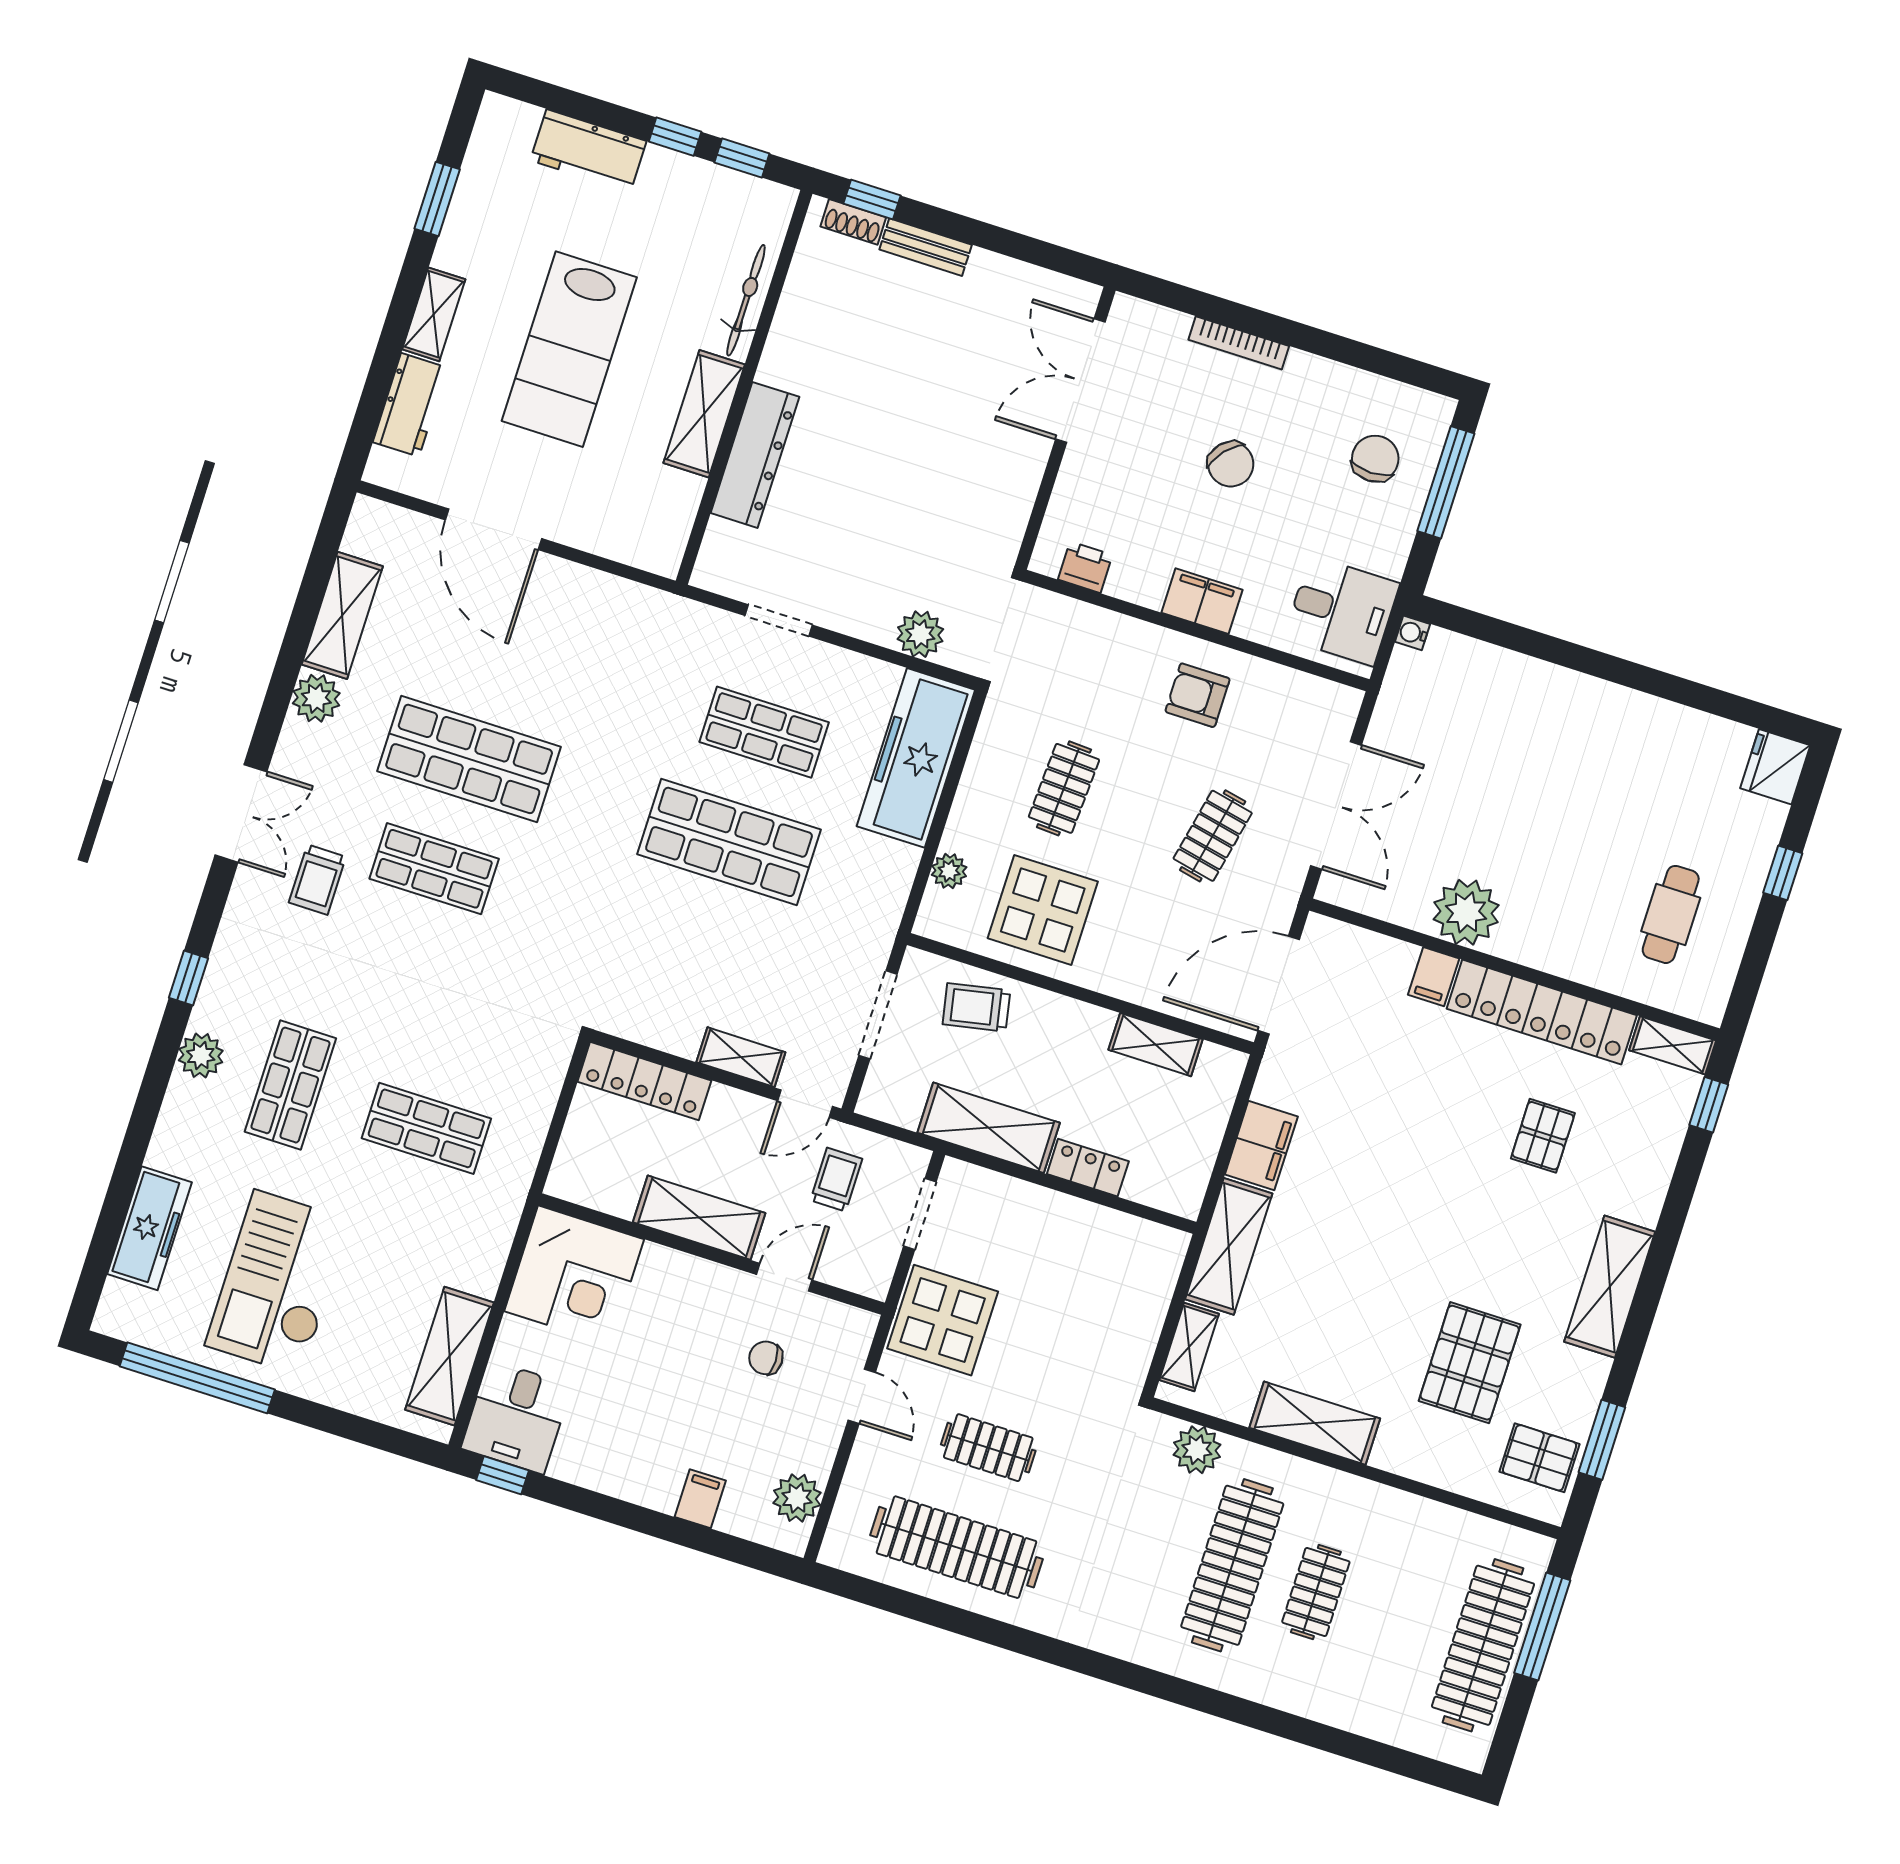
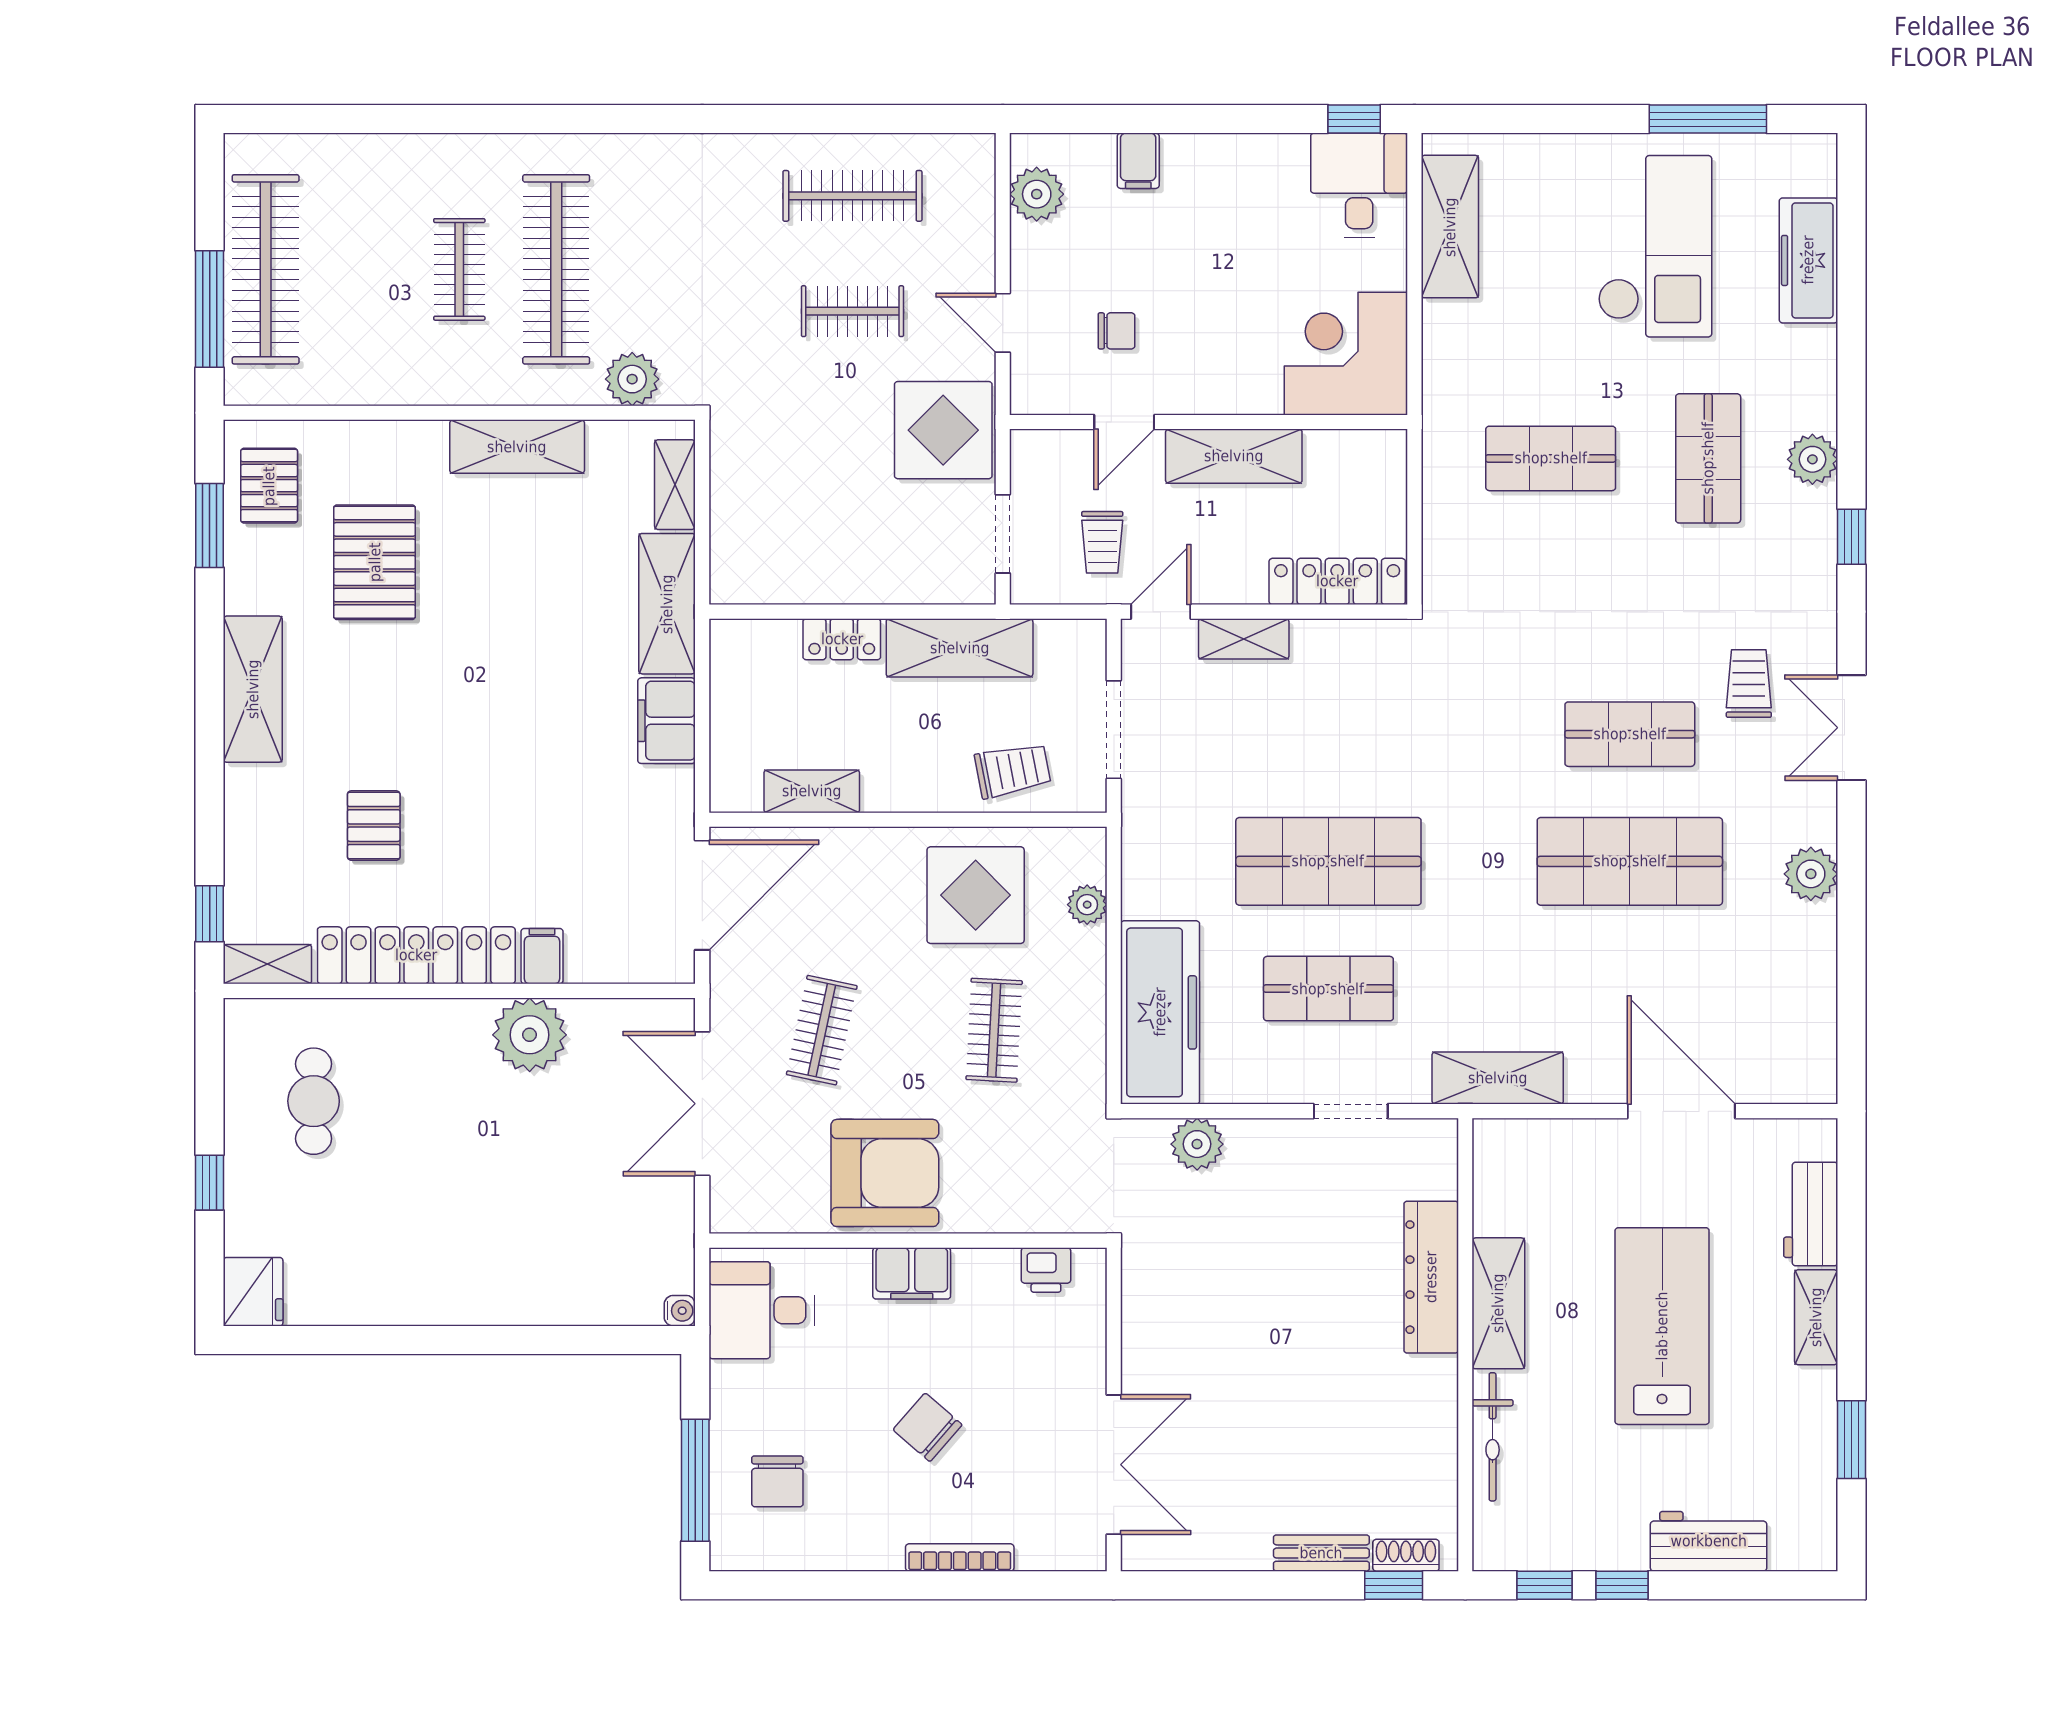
shelving: (342, 615) -> (1498, 1078), moved, turned 90
armchair: (1198, 695) -> (885, 1173), width x1.88, depth x1.88
window: (197, 1378) -> (1708, 119), width x0.68
pallet: (1540, 1458) -> (269, 486), turned 90
clothes rail: (956, 1547) -> (852, 196), width x0.73, depth x0.76

